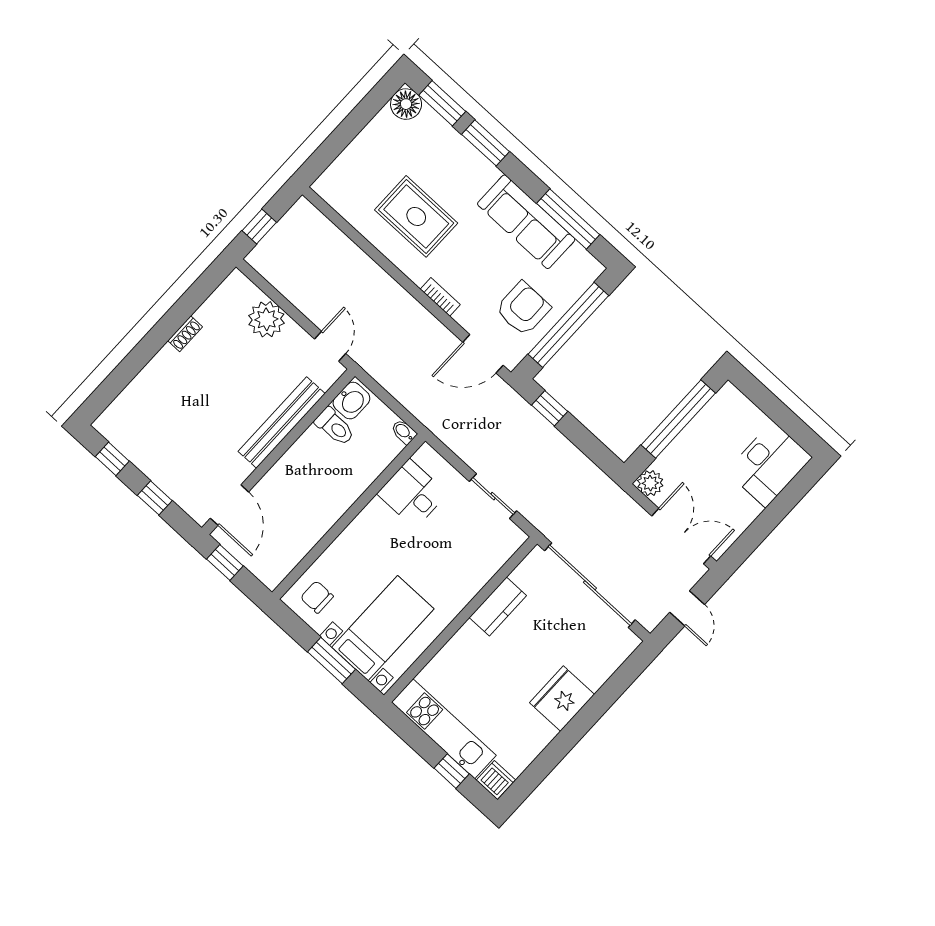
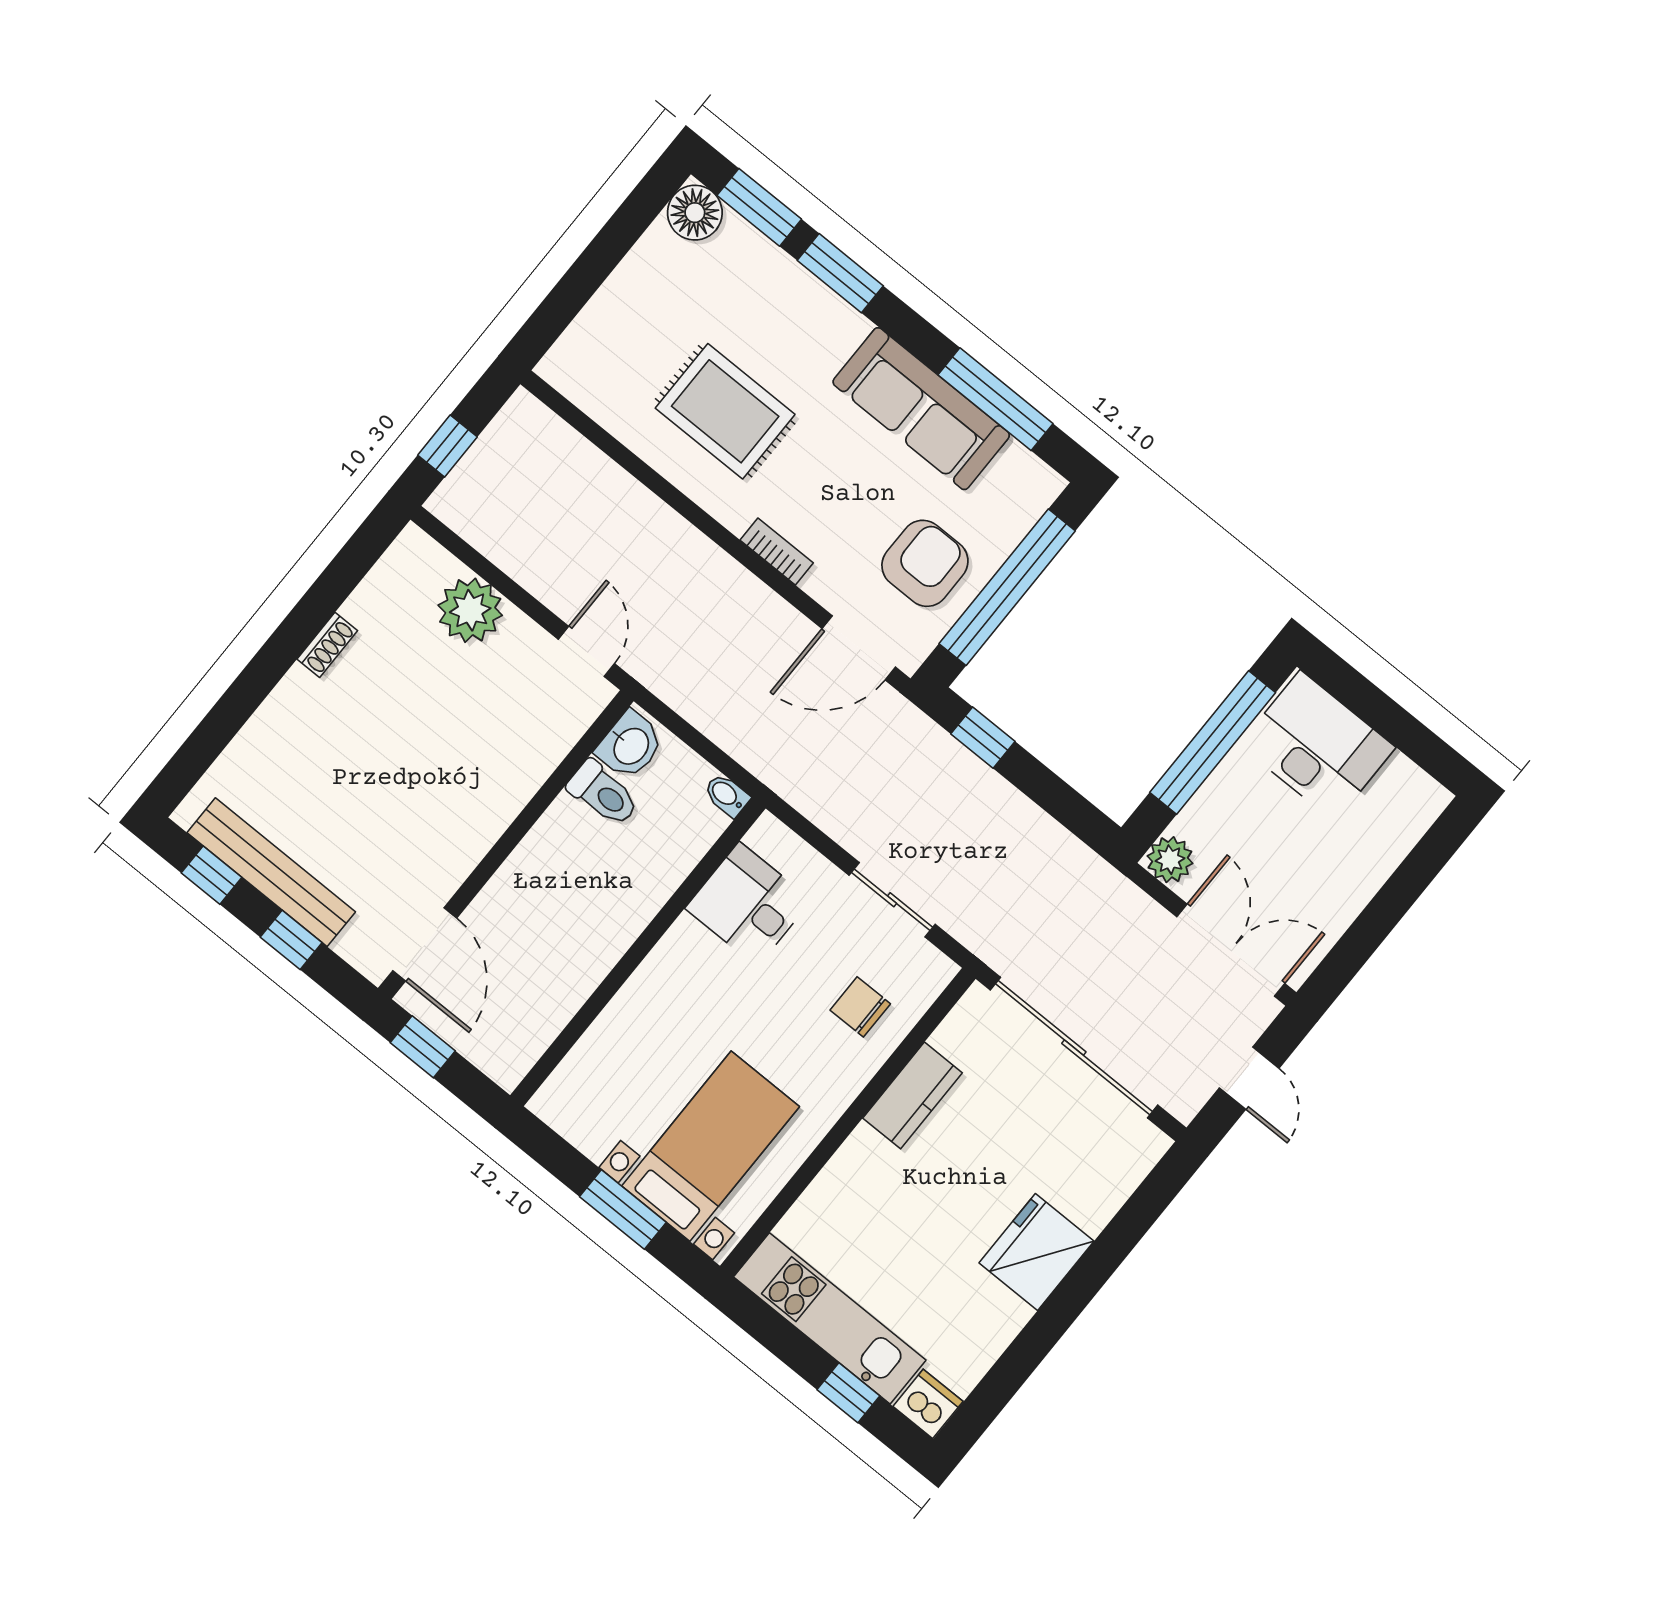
bench: (282, 422) -> (271, 872), moved, turned 90
desk: (769, 464) -> (1317, 746), moved, turned -90
chair: (317, 597) -> (860, 1007), moved

